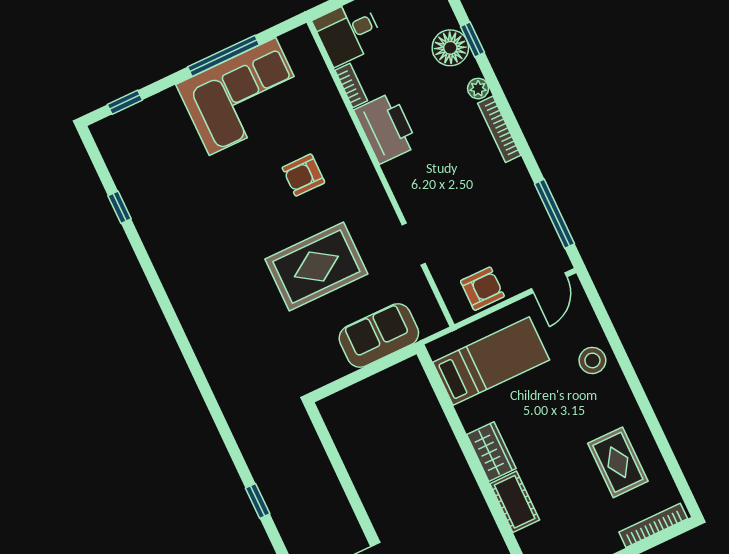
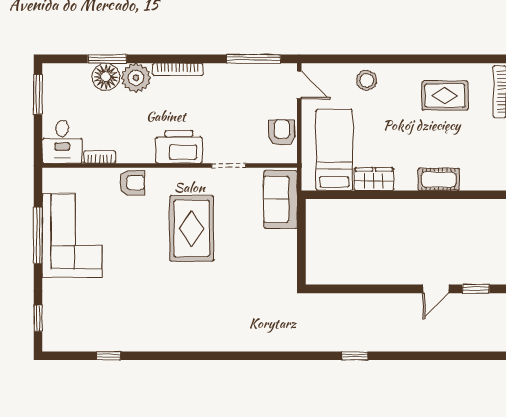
window: (472, 39) -> (107, 59), width x1.50
plant: (478, 89) -> (136, 78), width x1.87, depth x1.87
printer: (386, 128) -> (179, 147), moved
armchair: (303, 175) -> (132, 183), moved, turned -90
rug: (316, 267) -> (192, 228), moved
sofa: (379, 336) -> (280, 199), moved
wardrobe: (491, 452) -> (374, 179), moved

